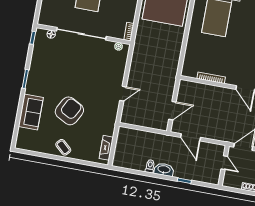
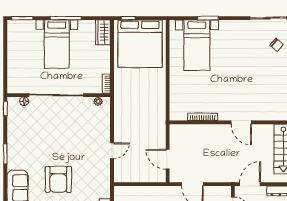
armchair: (69, 111) -> (58, 179), turned 152
door: (172, 111) -> (168, 159), swing flipped

